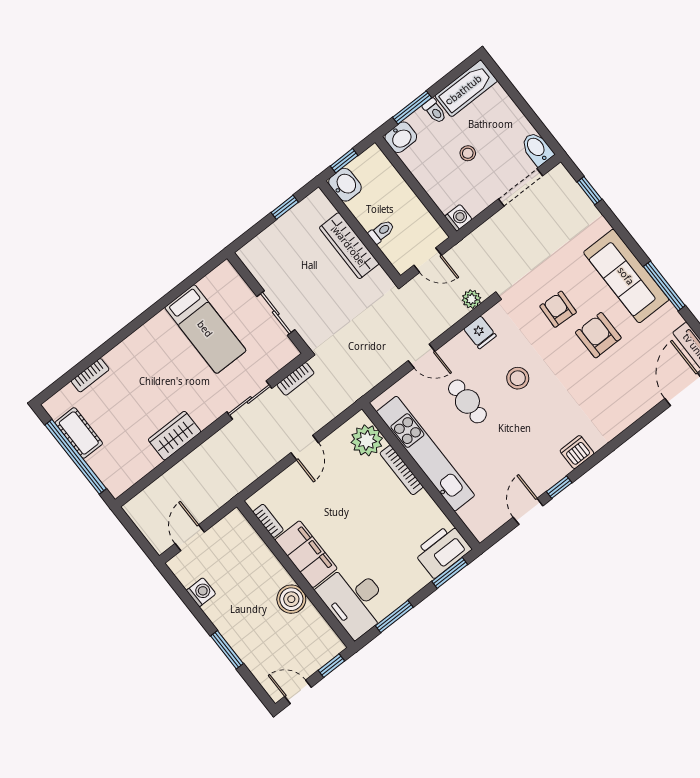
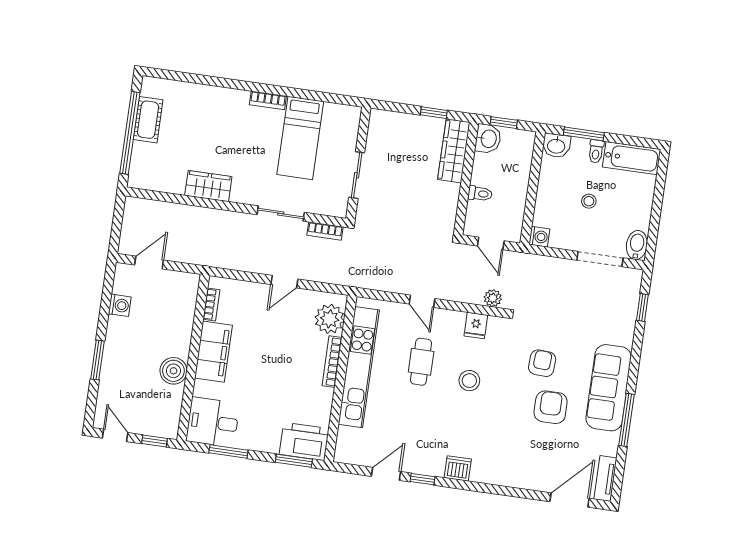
wardrobe: (349, 246) -> (454, 151), moved
bookcase: (90, 375) -> (268, 100), moved
desk: (355, 600) -> (213, 422), width x0.73

